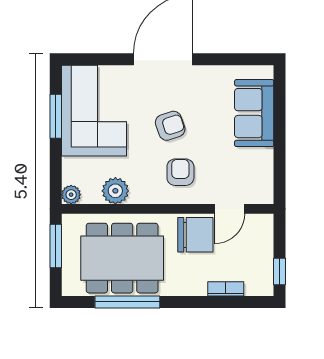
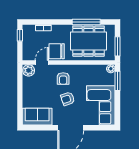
sofa: (254, 113) -> (37, 117), moved, turned -90
window: (56, 116) -> (118, 81), moved
plant: (115, 191) -> (29, 70), moved

